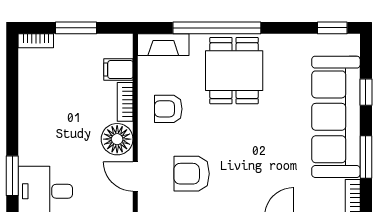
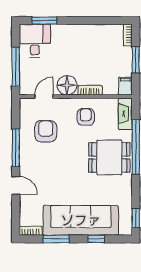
filing cabinet: (118, 70) -> (125, 86), moved

